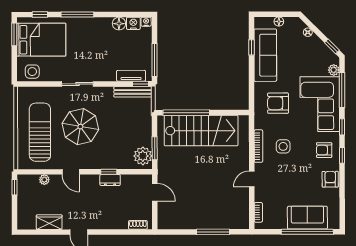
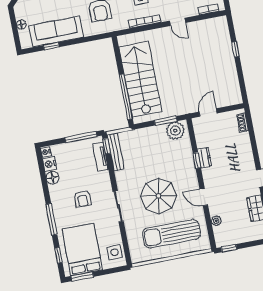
armchair: (92, 50) -> (83, 199), added
door: (71, 172) -> (204, 197), swing flipped
window: (213, 232) -> (235, 49), width x0.46

